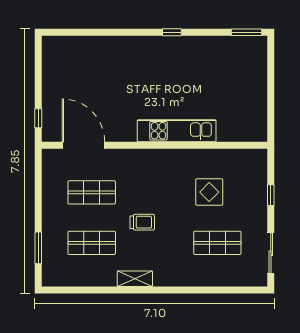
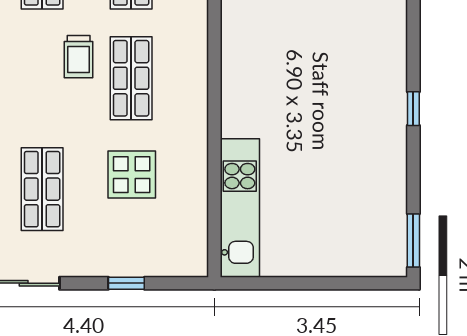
kitchen unit: (177, 131) -> (240, 208), moved
shop shelf: (155, 192) -> (131, 78), added

